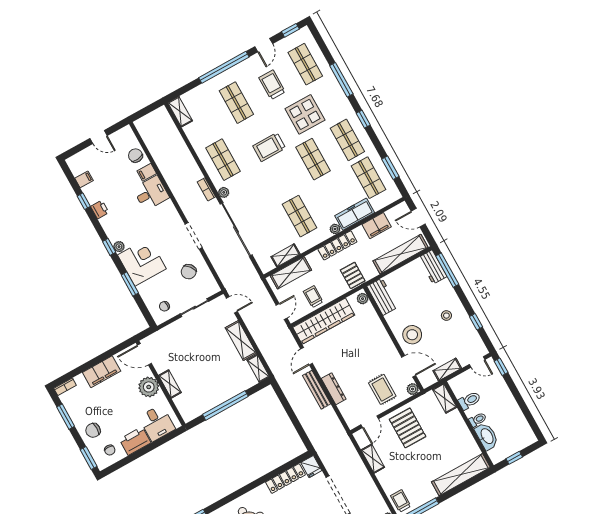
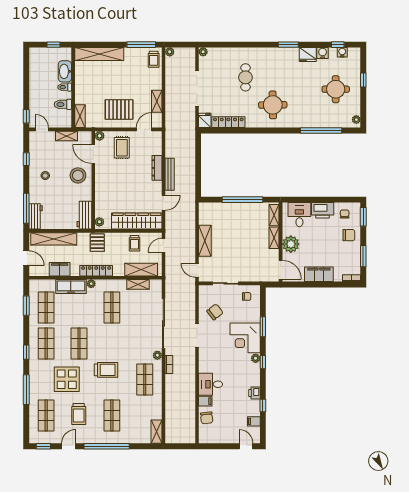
door: (99, 137) -> (246, 446), moved
shelving: (258, 368) -> (274, 215), moved
pallet: (408, 428) -> (119, 109), turned 90

